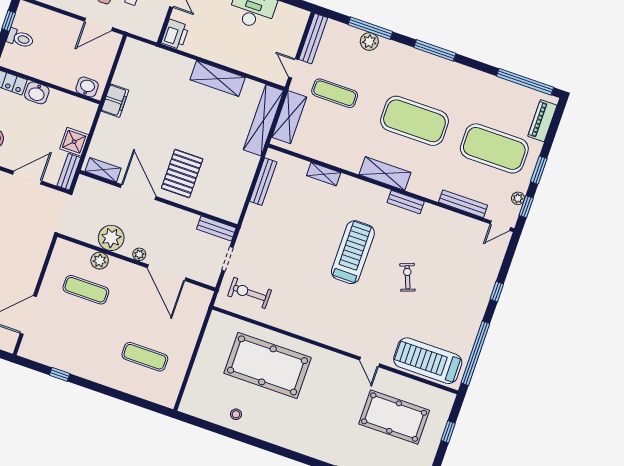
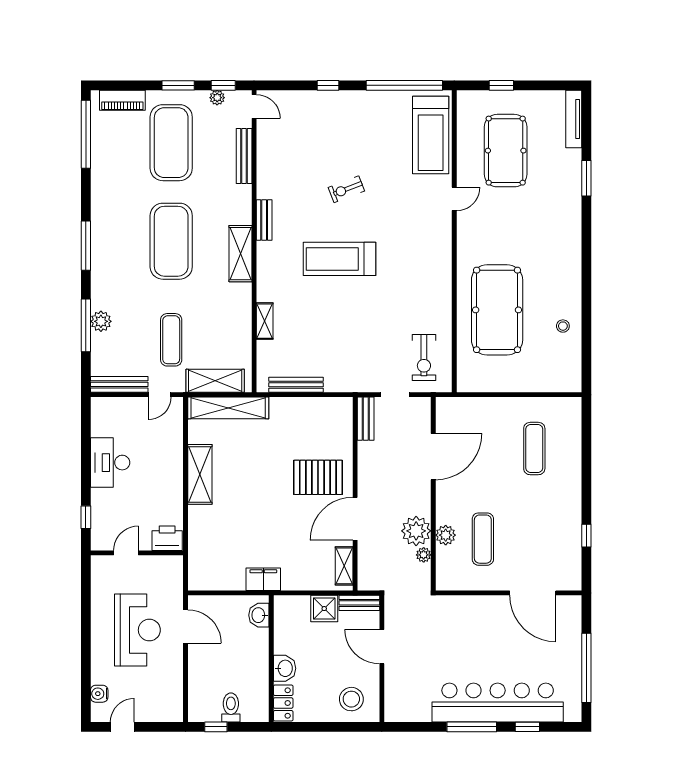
plant: (139, 254) -> (424, 555), moved

